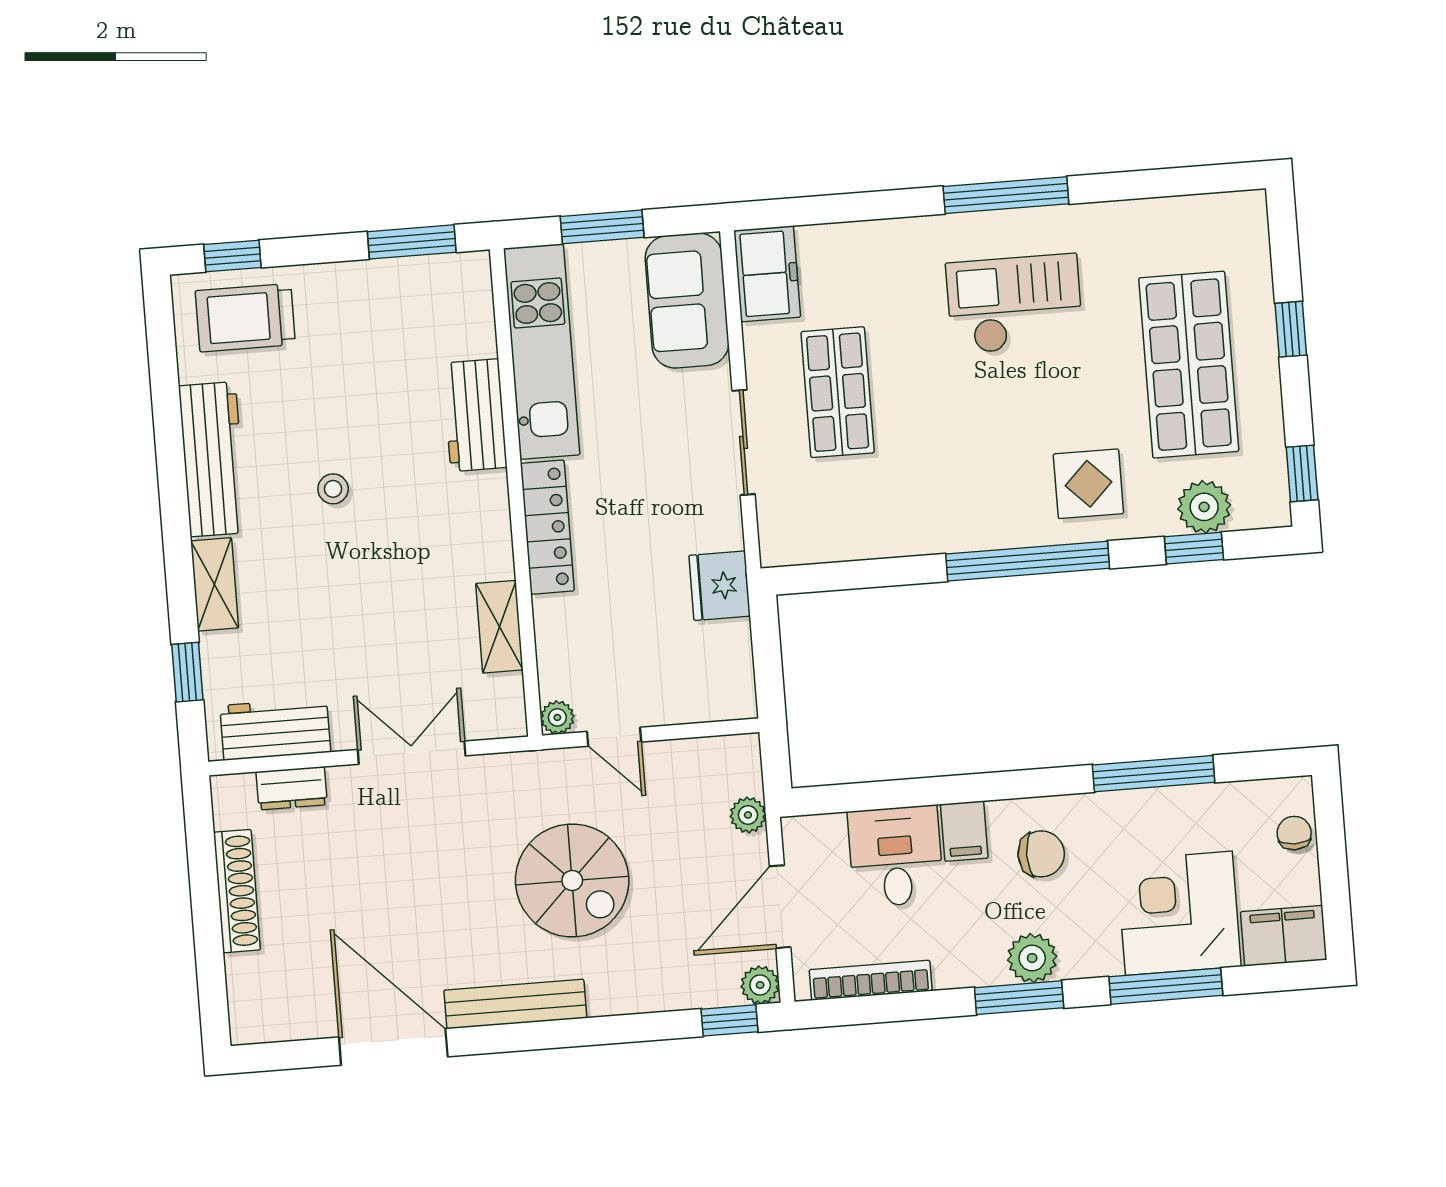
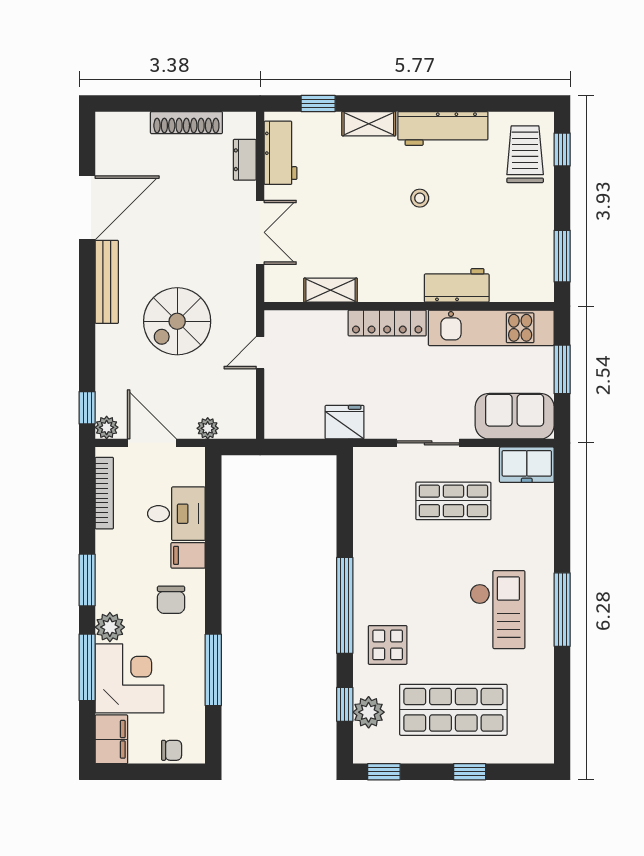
plant: (557, 717) -> (274, 320), removed
plant: (1032, 958) -> (110, 627), moved

